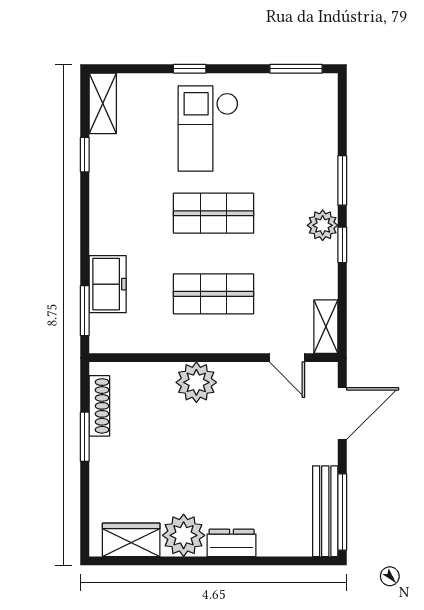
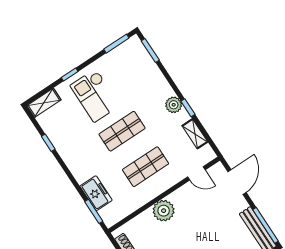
shelving: (103, 103) -> (44, 103), moved, turned 90
window: (342, 180) -> (150, 51), moved
shelving: (326, 327) -> (195, 134), moved

